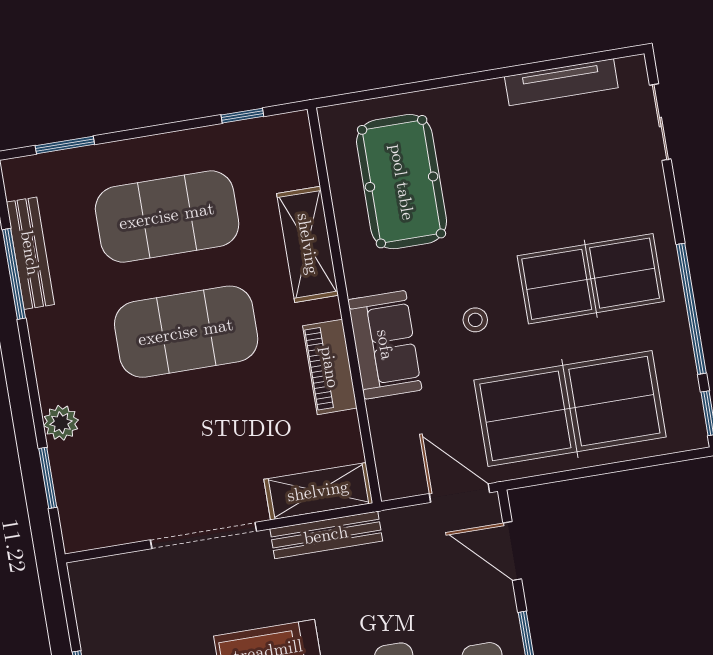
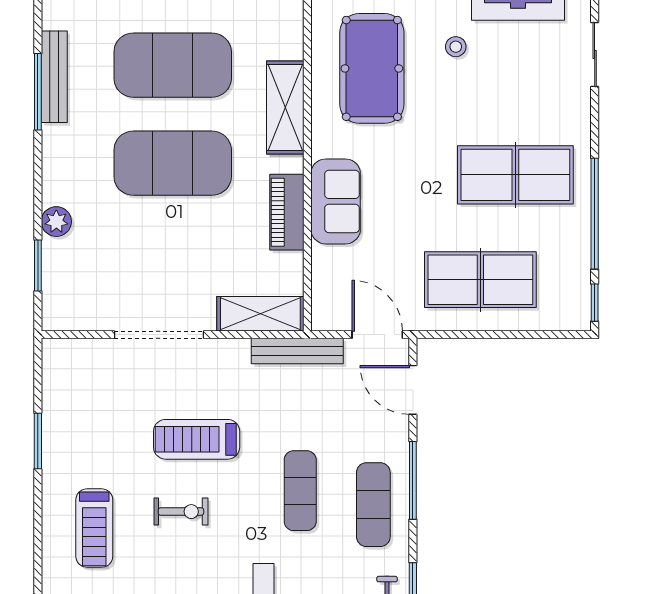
stool: (475, 320) -> (456, 47), moved
table tennis table: (570, 408) -> (480, 280), width x0.73, depth x0.76
bench: (326, 535) -> (297, 351), moved

